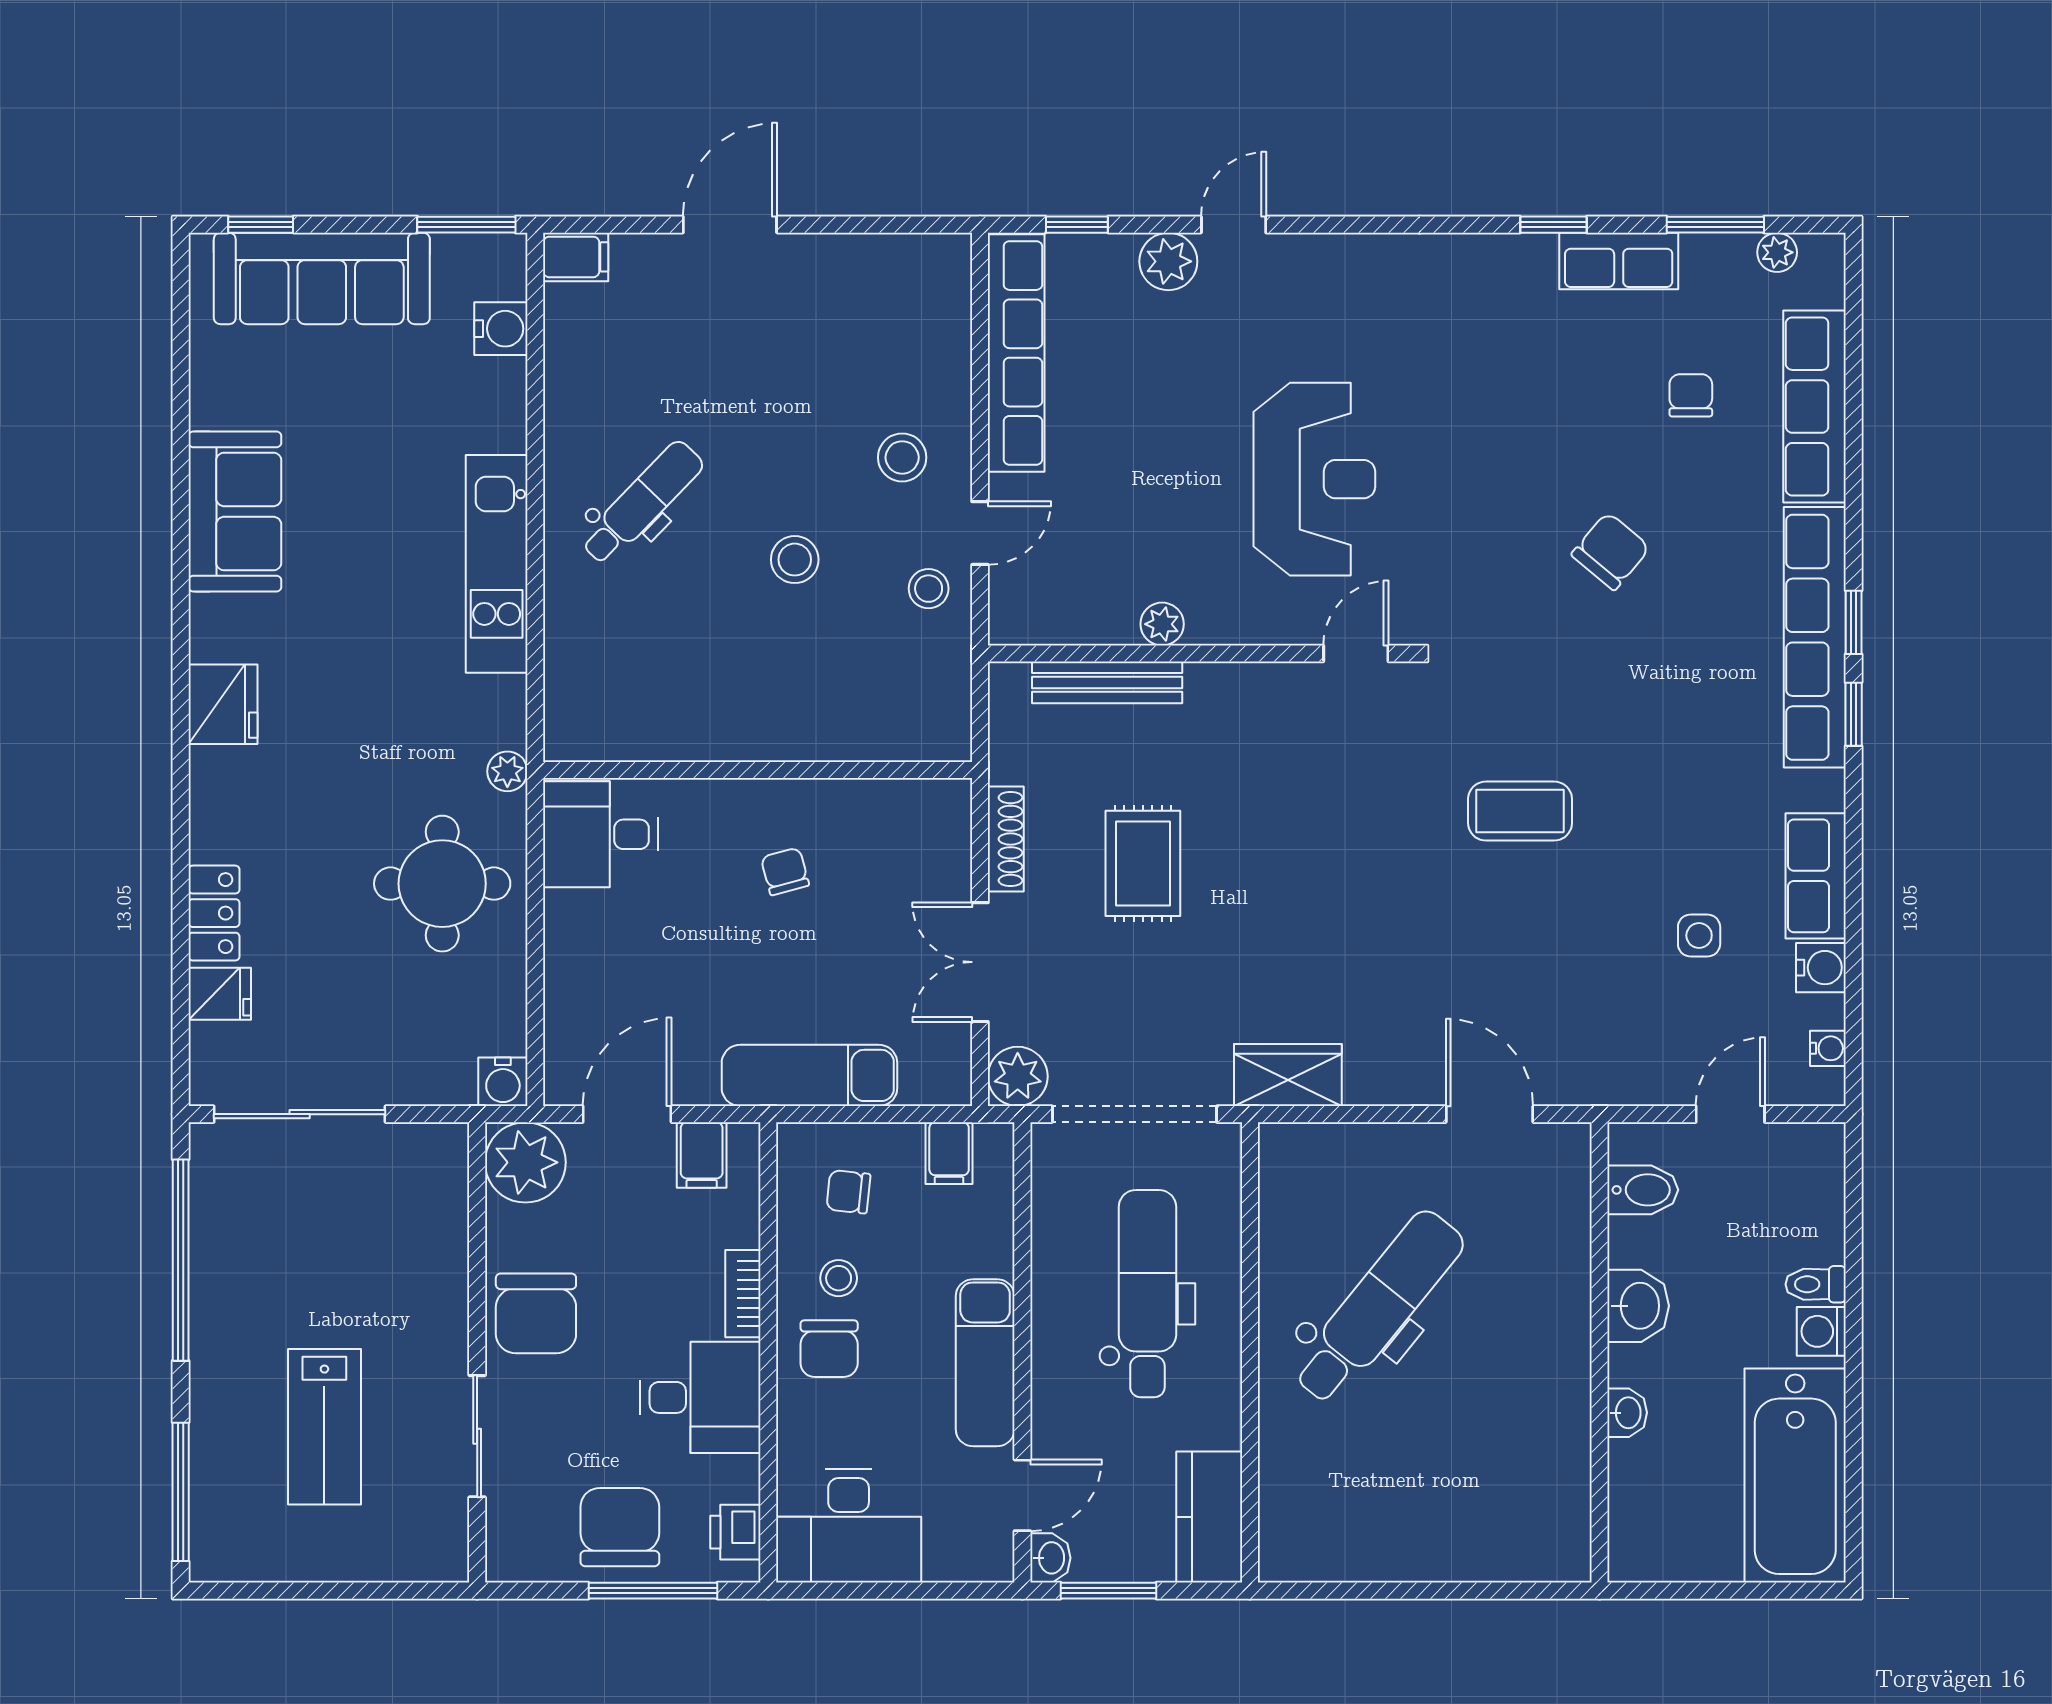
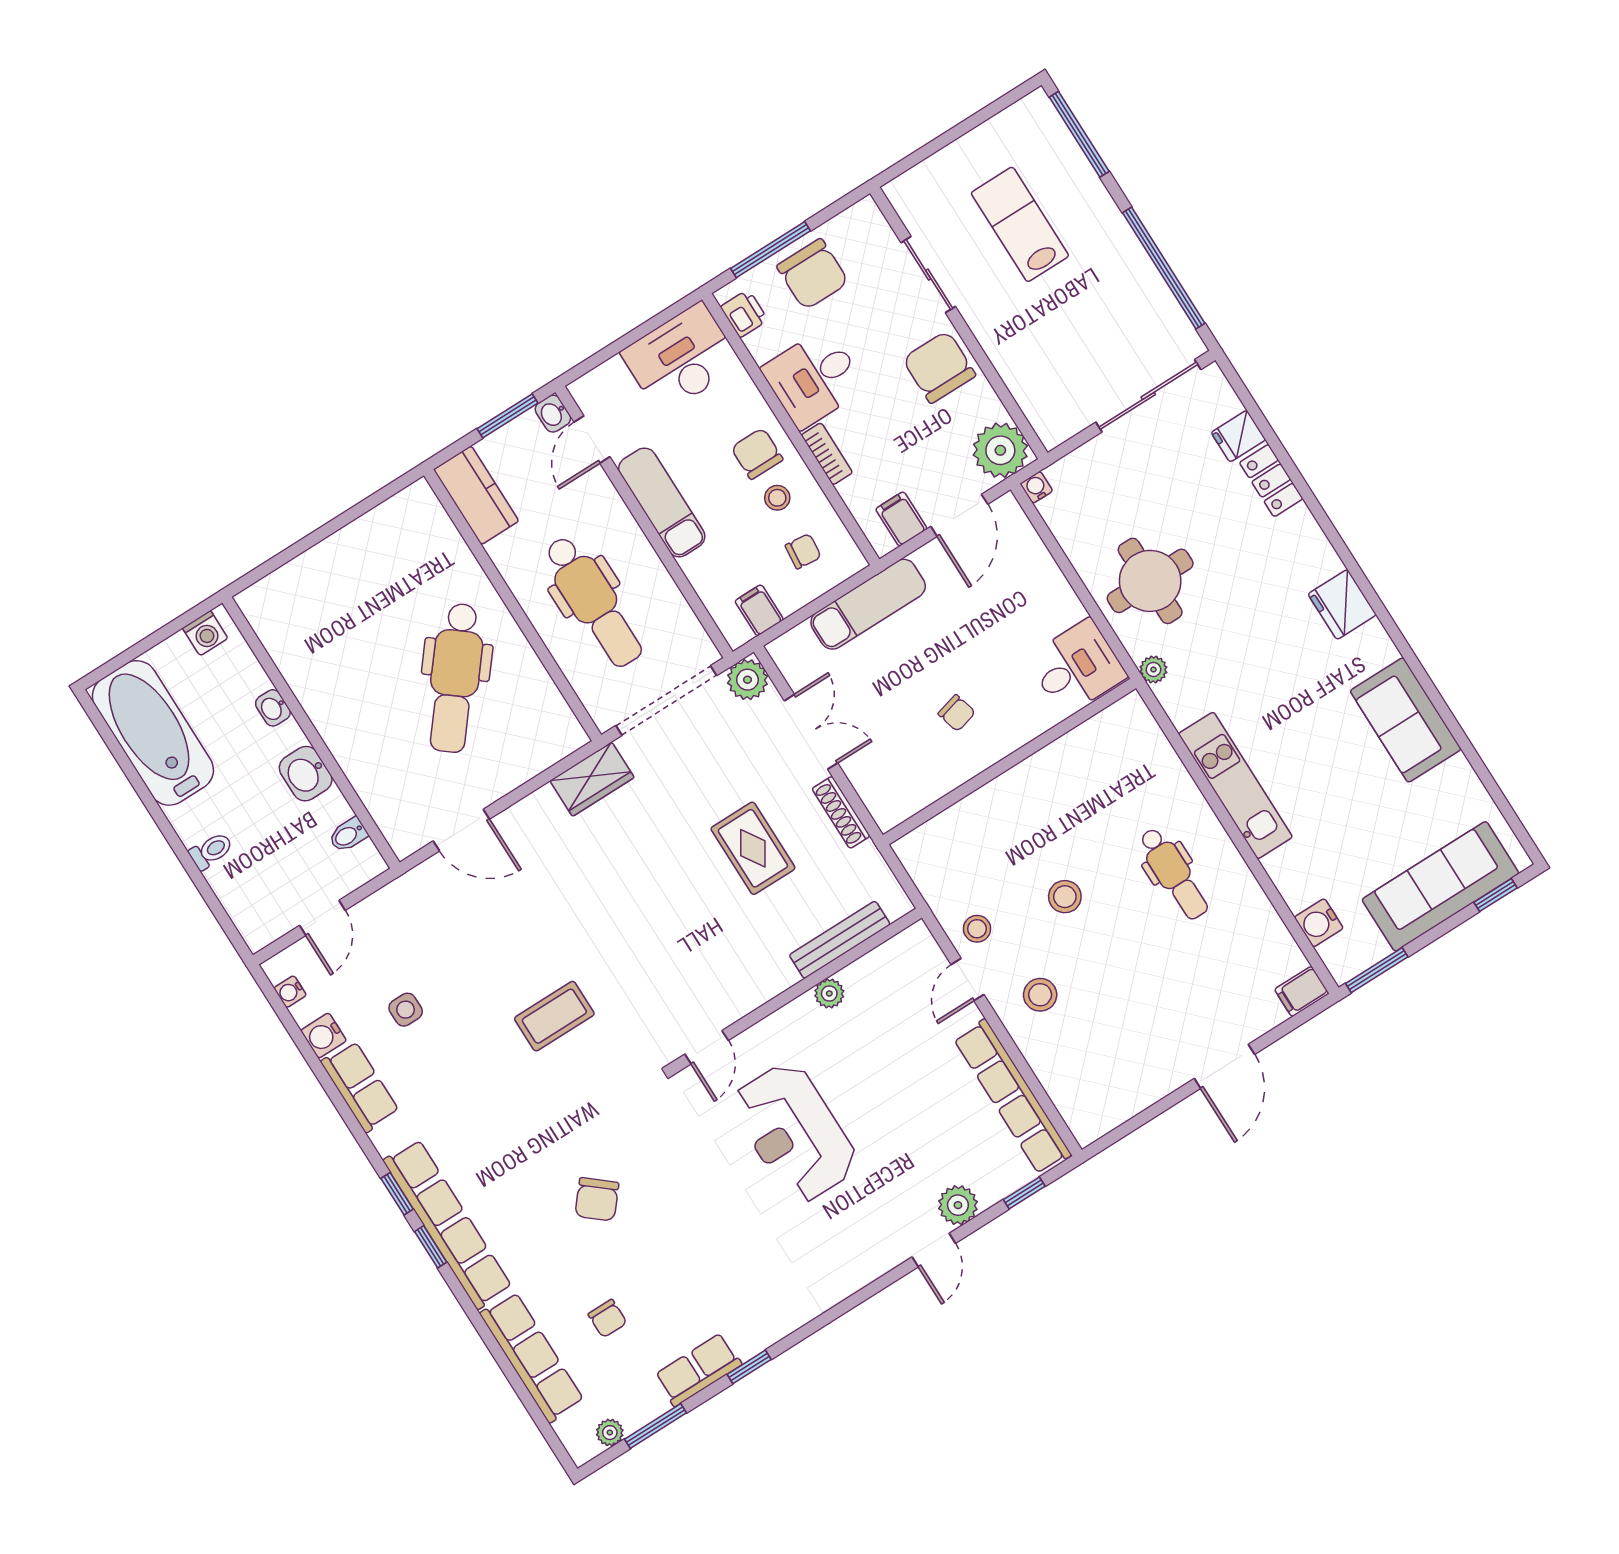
dental chair: (642, 503) -> (1174, 874), turned -44
water cooler: (503, 1082) -> (1036, 487), width x0.72, depth x0.72
bidet: (1643, 1190) -> (348, 835), width x0.72, depth x0.74
washing machine: (1821, 1331) -> (205, 633), moved, turned 90

